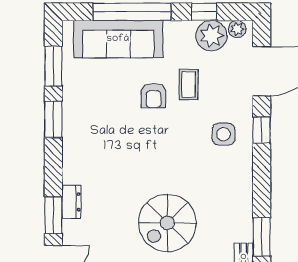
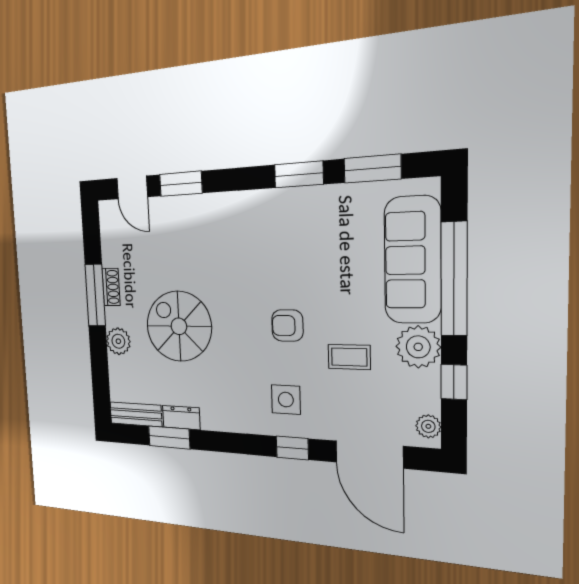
plant: (211, 36) -> (418, 347), moved
armchair: (154, 96) -> (287, 326), moved
dresser: (71, 202) -> (181, 418), moved, turned 180

